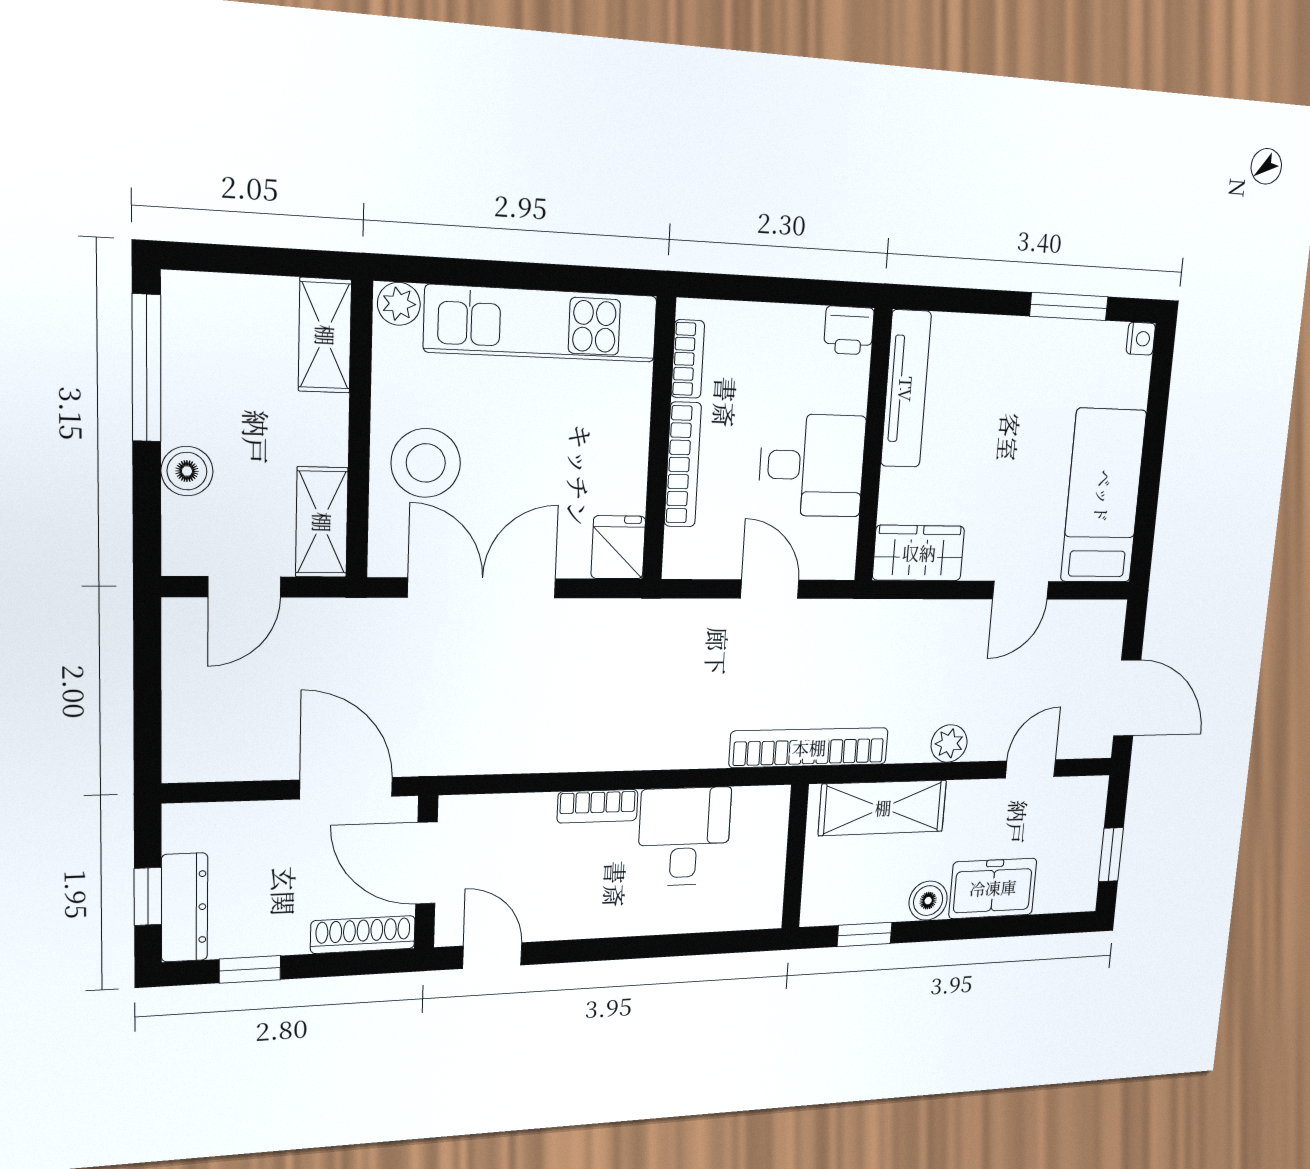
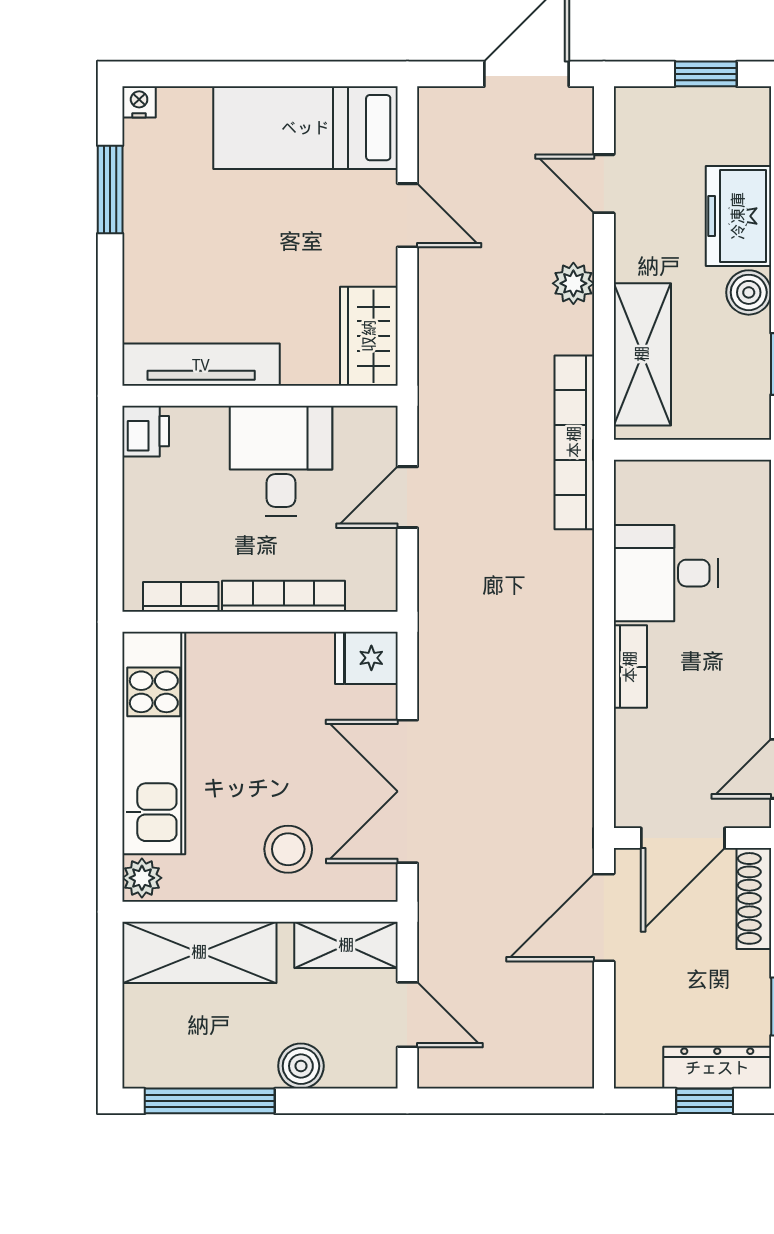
shelving: (325, 335) -> (199, 952), width x1.50, depth x1.33
stool: (426, 463) -> (288, 849), width x0.73, depth x0.73

